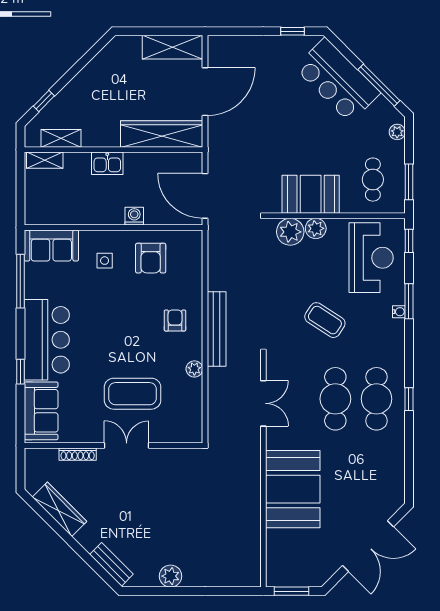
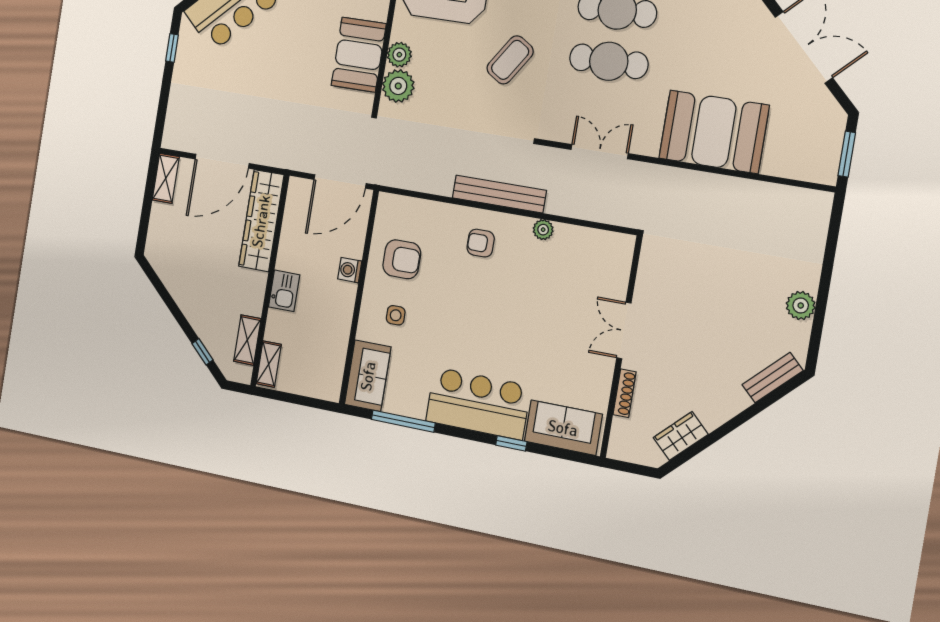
shelving: (173, 47) -> (166, 178), width x0.67, depth x0.75
door: (205, 92) -> (222, 161), swing flipped
coffee table: (133, 394) -> (561, 311), removed
wardrobe: (60, 509) -> (681, 436), width x0.67

